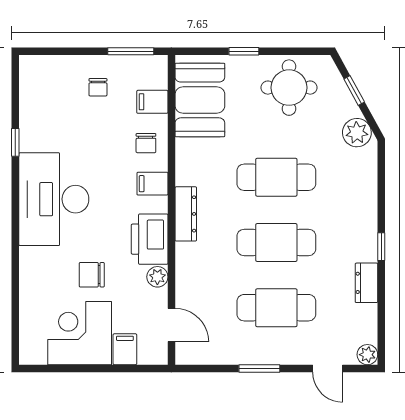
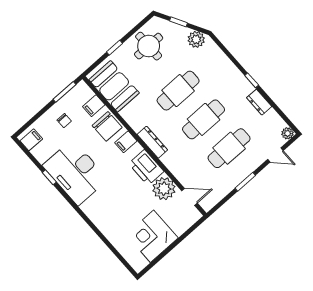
chair: (146, 143) -> (107, 126), width x1.87, depth x1.87
desk: (54, 199) -> (75, 172), moved
chair: (92, 275) -> (135, 206), removed
plant: (157, 277) -> (164, 189), width x1.87, depth x1.87
filing cabinet: (125, 349) -> (31, 140), moved, turned 90

